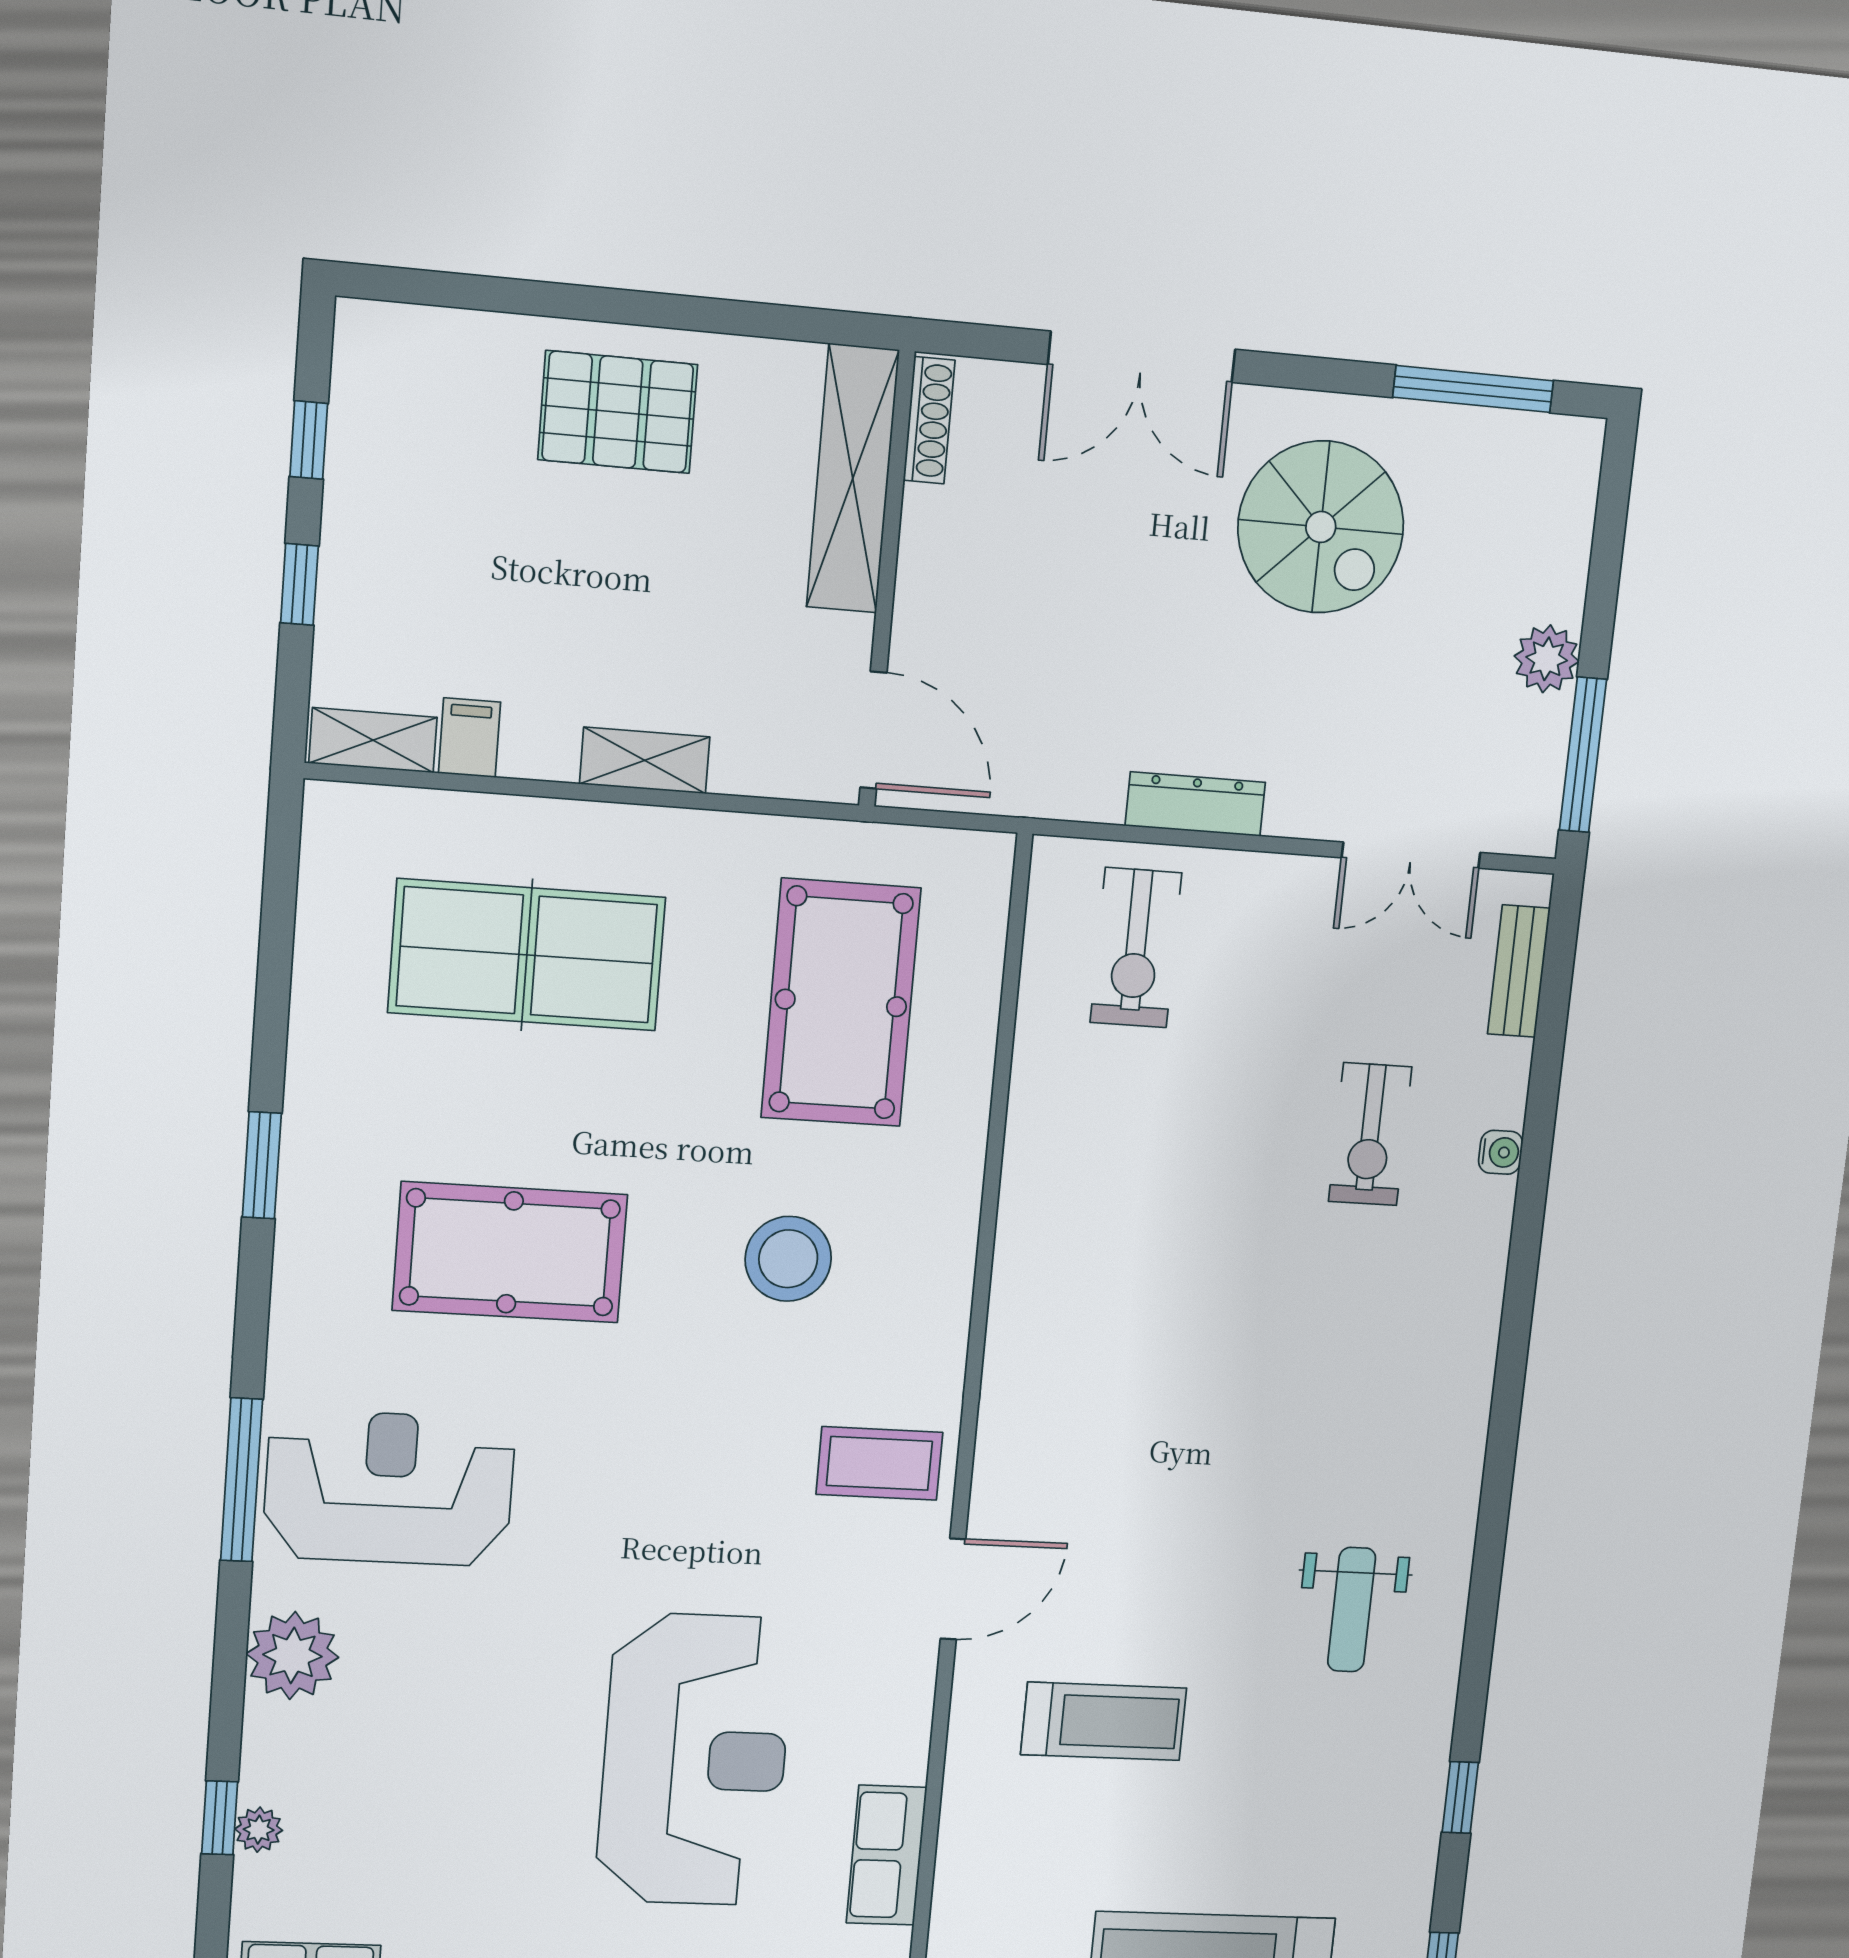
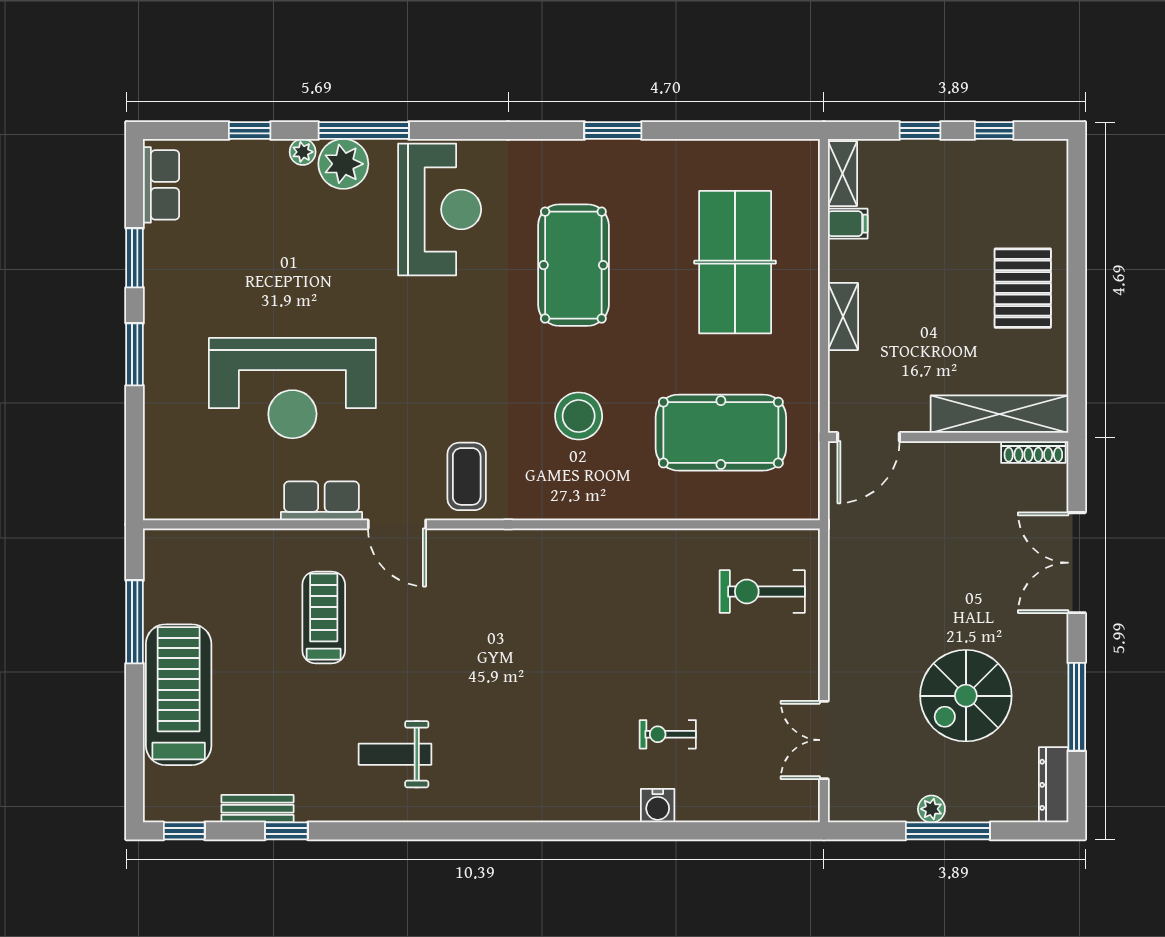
window: (1473, 389) -> (1077, 707), moved
spiral stairs: (1321, 527) -> (966, 696), moved
plant: (1547, 659) -> (931, 809), width x0.73, depth x0.73
window: (1583, 755) -> (948, 831), moved
dresser: (1195, 804) -> (1054, 785), moved, turned 180
bench: (1519, 971) -> (257, 809), moved
exercise bike: (1370, 1134) -> (668, 734), width x0.73, depth x0.72
water cooler: (1501, 1152) -> (658, 806), width x1.38, depth x1.38
window: (241, 1480) -> (364, 130), moved
treadmill: (1104, 1721) -> (324, 618), turned 180
plant: (259, 1830) -> (303, 152), moved
row of seats: (887, 1855) -> (321, 501), moved

